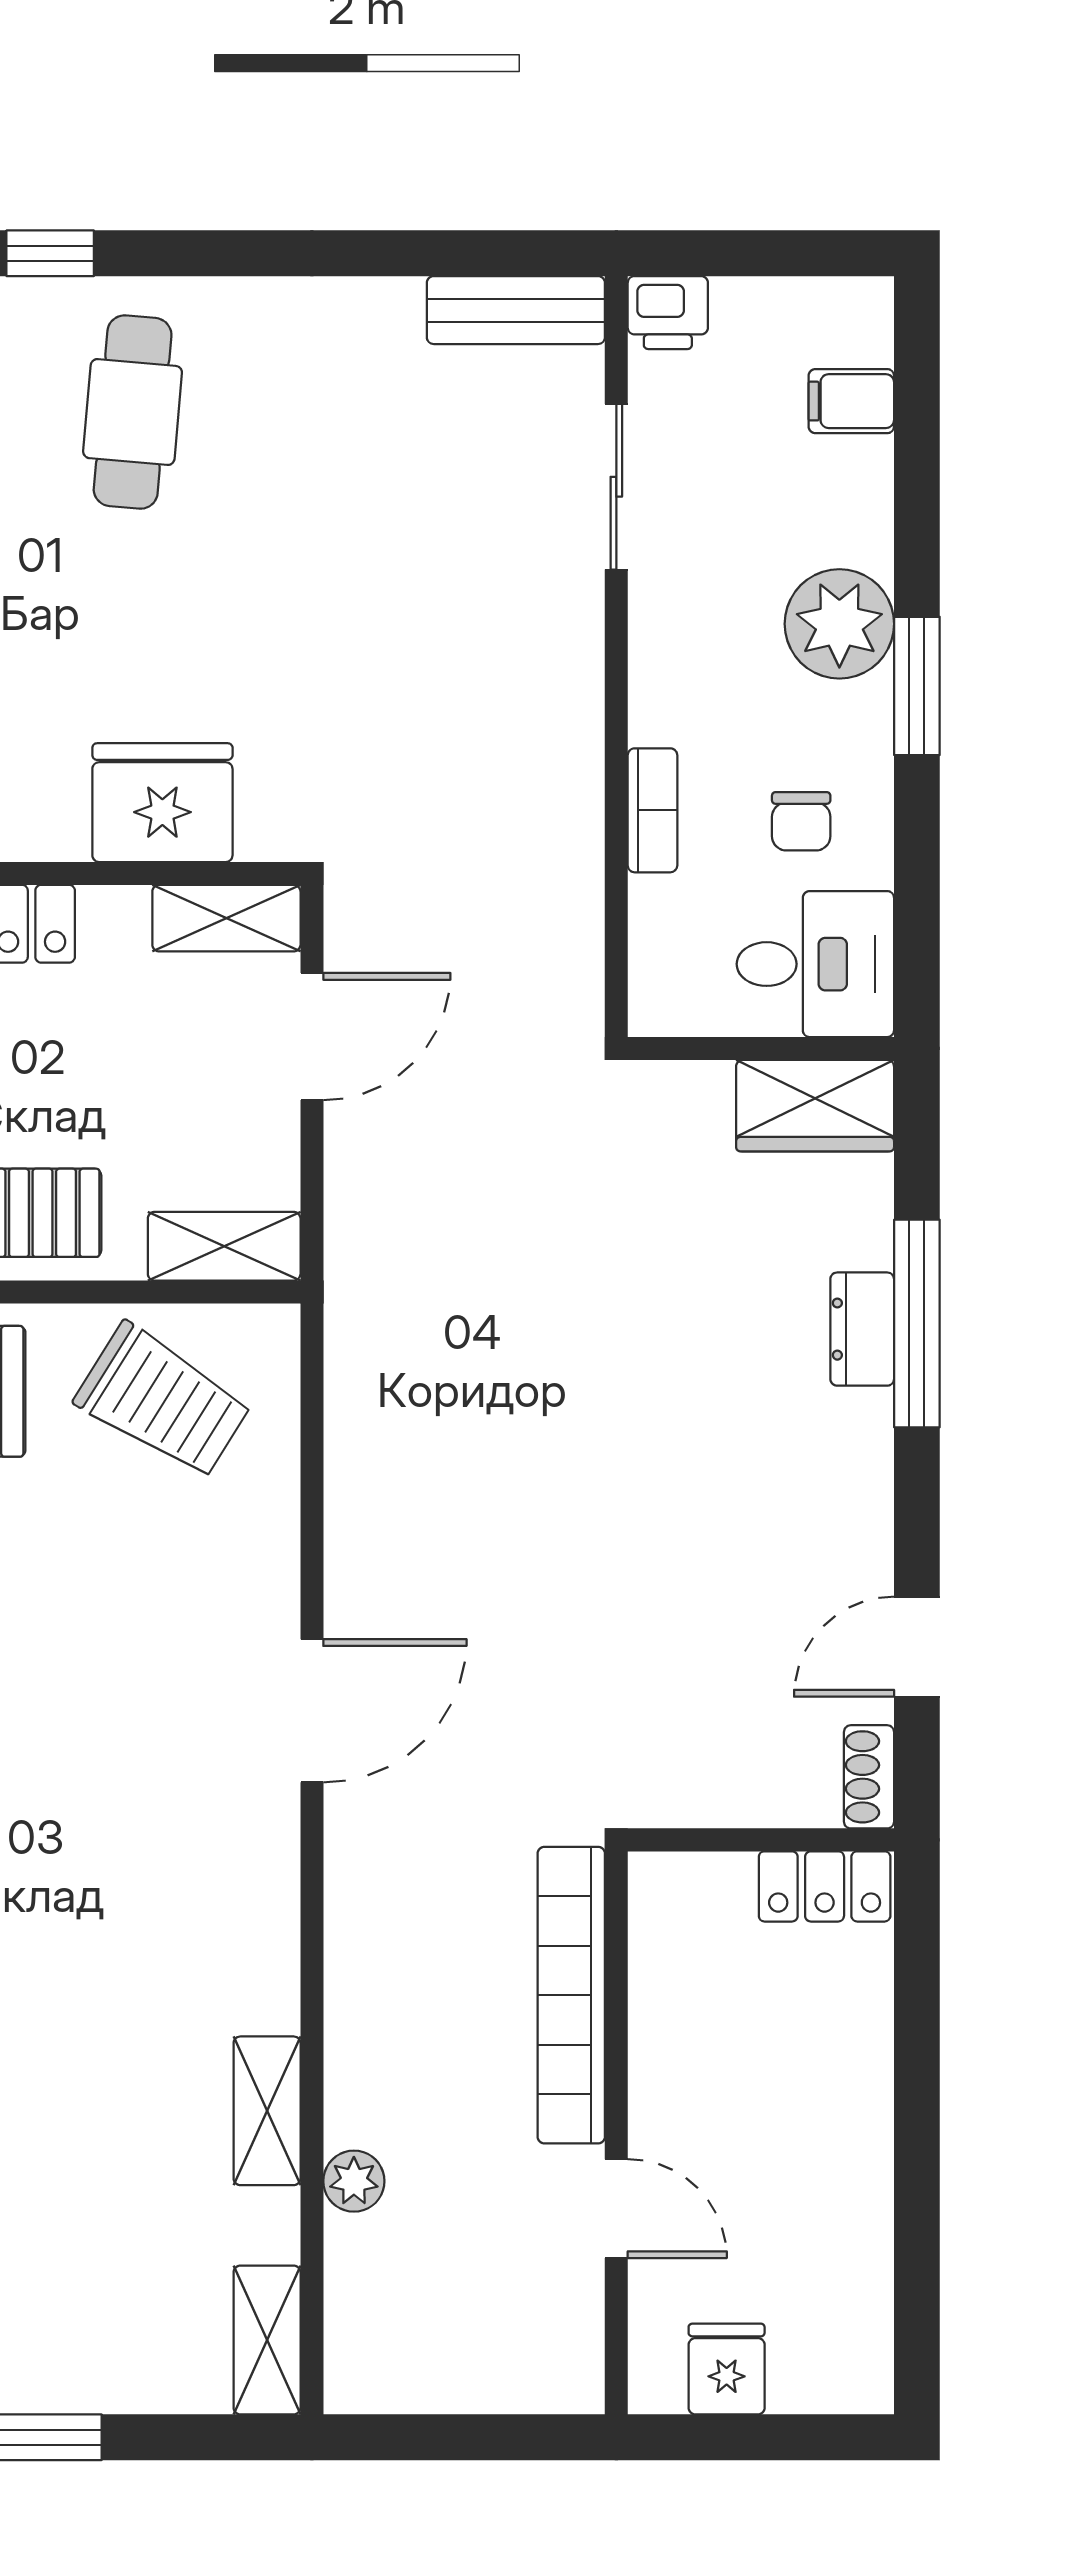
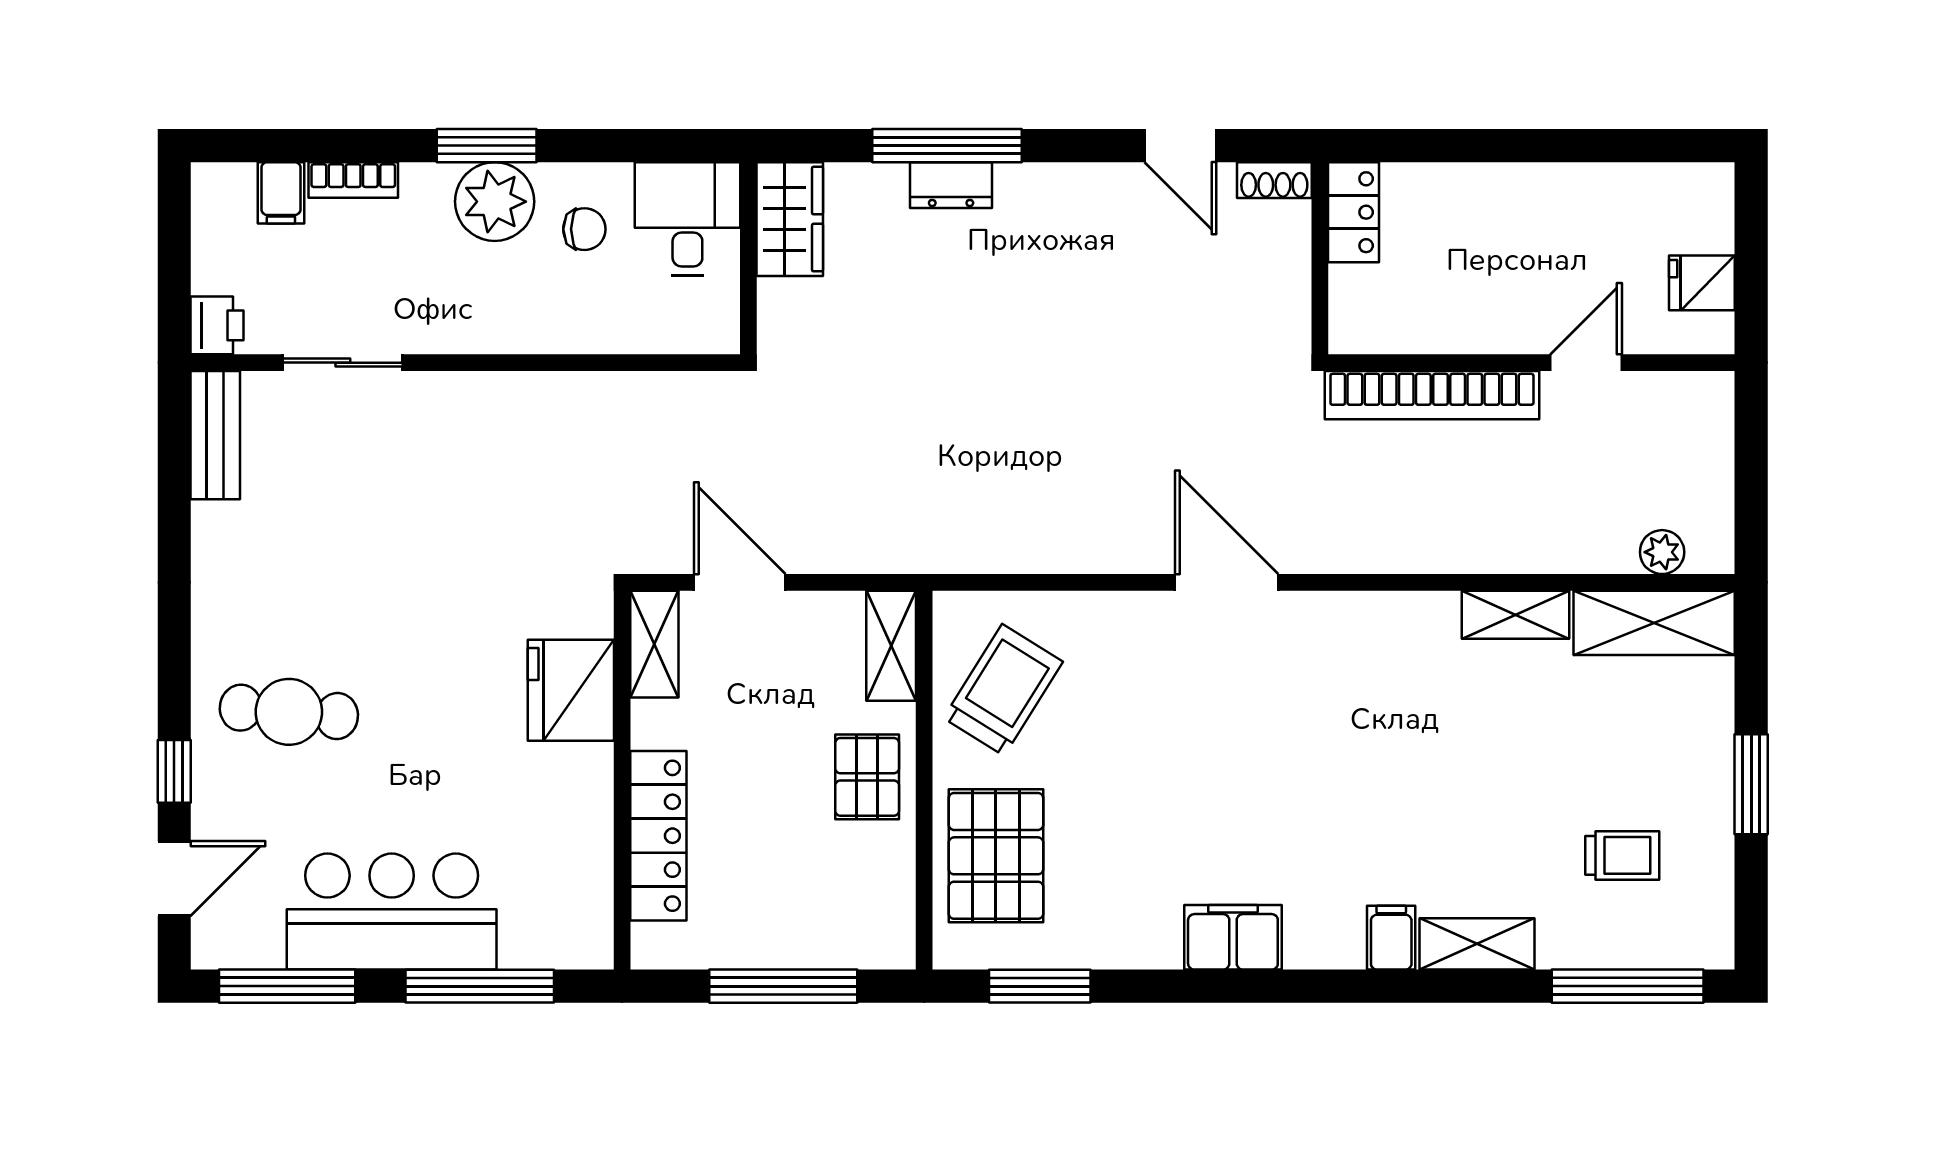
plant: (839, 624) -> (495, 202), moved
bookcase: (652, 810) -> (353, 180), moved, turned 180
plant: (354, 2181) -> (1662, 552), moved
shelving: (267, 2340) -> (1654, 623), width x1.50, depth x1.33

